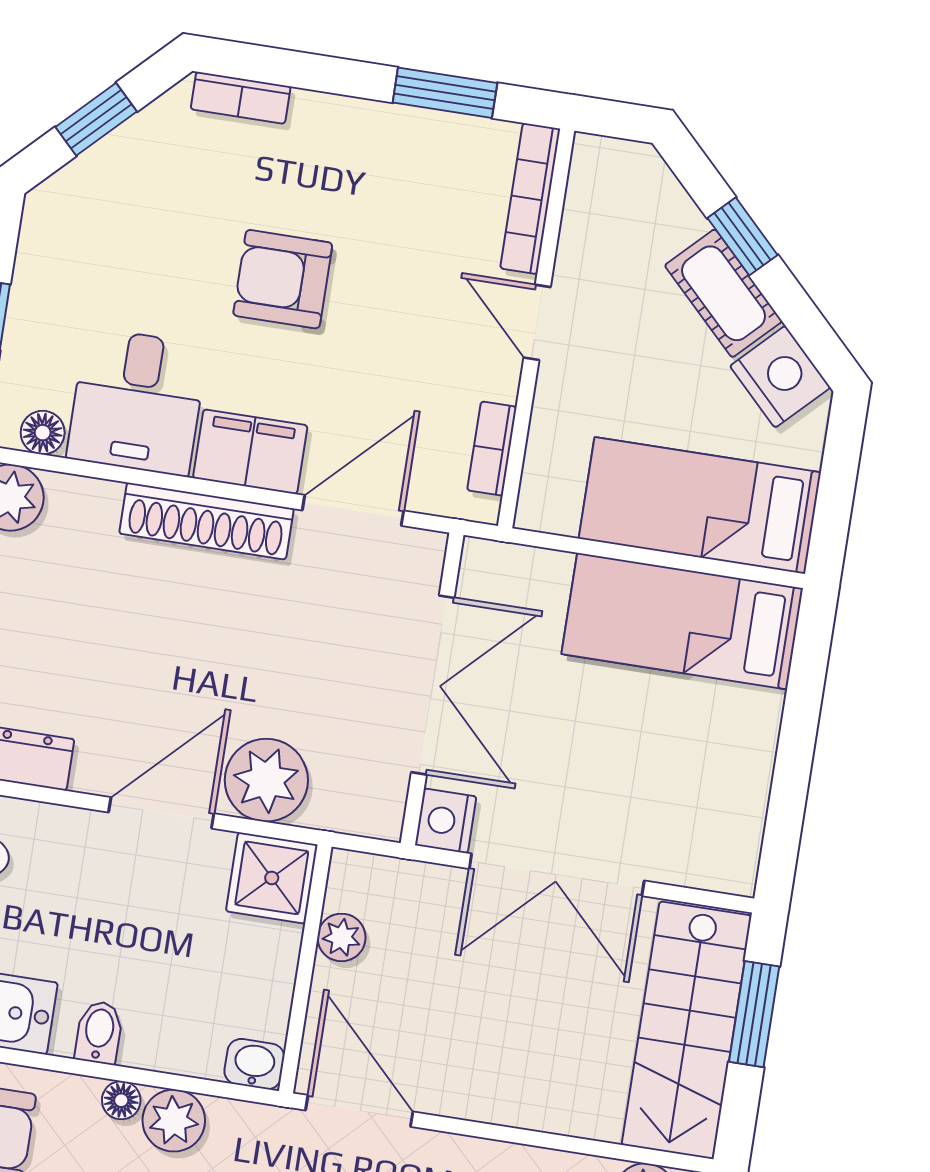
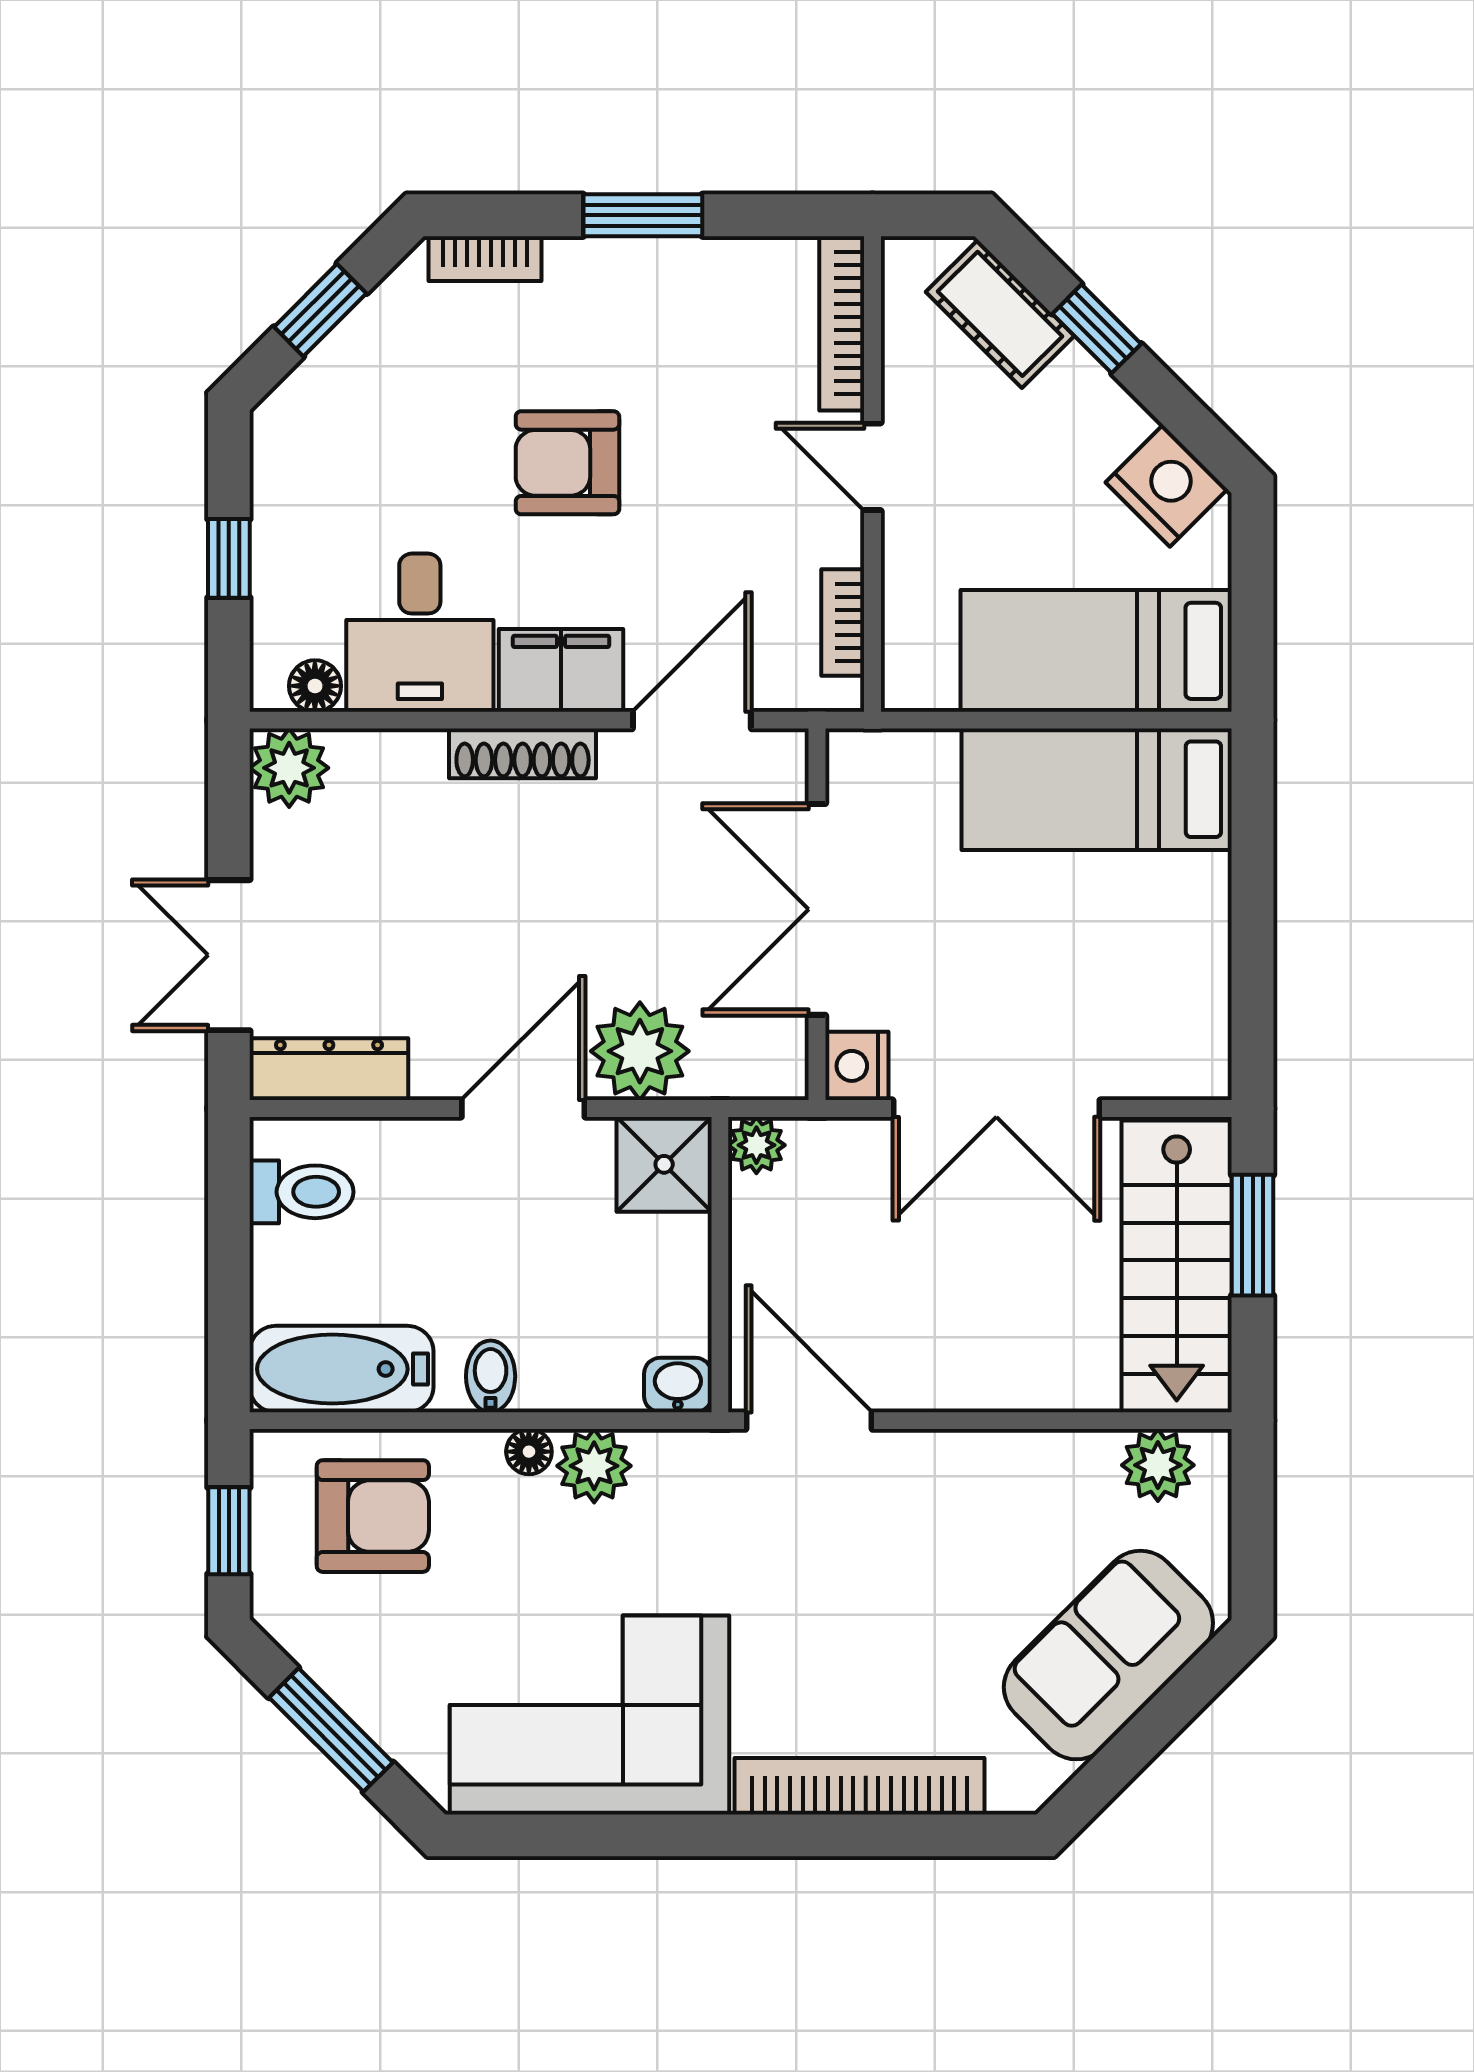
window: (445, 93) -> (643, 215), moved
cot: (723, 293) -> (1000, 314), moved
shoe rack: (206, 521) -> (523, 753), width x0.74, depth x0.81
double door: (433, 685) -> (817, 909), swing flipped
plant: (341, 937) -> (756, 1145), moved

